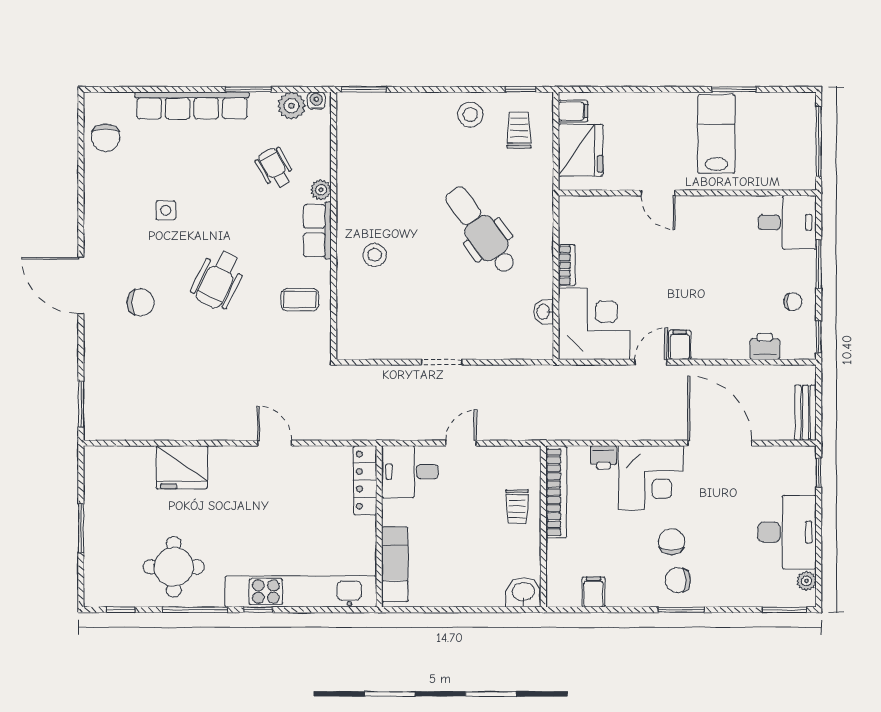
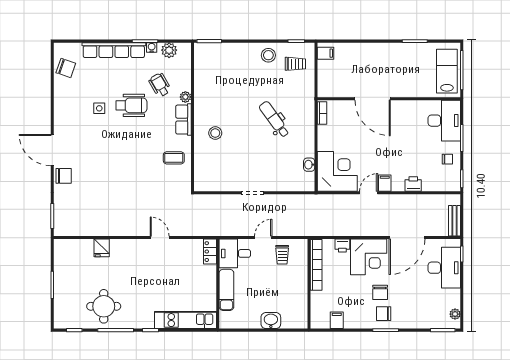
water cooler: (316, 101) -> (152, 47), moved
trolley: (519, 130) -> (295, 64), turned 90
lab bench: (716, 134) -> (447, 71), moved
chair: (106, 138) -> (66, 68), turned -71
fridge: (581, 150) -> (330, 75), removed
door: (658, 193) -> (373, 99), width x1.87
desk: (787, 222) -> (444, 121), width x1.37
dental chair: (481, 230) -> (274, 119), width x0.73, depth x0.72
bookcase: (567, 265) -> (322, 113), moved
wheelchair: (218, 280) -> (131, 105), moved, turned -116
chair: (141, 302) -> (64, 176), moved
printer: (765, 347) -> (413, 184), moved
door: (720, 443) -> (407, 238), swing flipped
fridge: (182, 467) -> (102, 248), width x0.53, depth x0.75
locker: (365, 480) -> (210, 252), width x0.66
trolley: (517, 507) -> (282, 255), moved
desk: (787, 532) -> (444, 268), moved
chair: (671, 542) -> (380, 292), turned 180
exam couch: (395, 564) -> (226, 290), moved
kitchen unit: (301, 592) -> (185, 320), width x0.73
washbasin: (523, 592) -> (271, 321), moved

